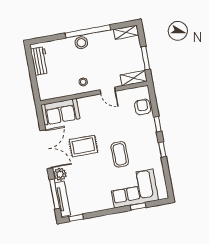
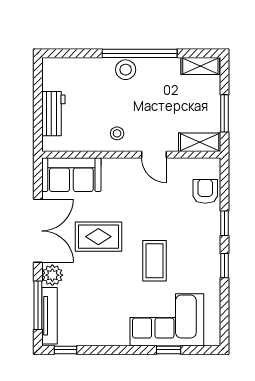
workbench: (40, 61) -> (53, 114), moved

